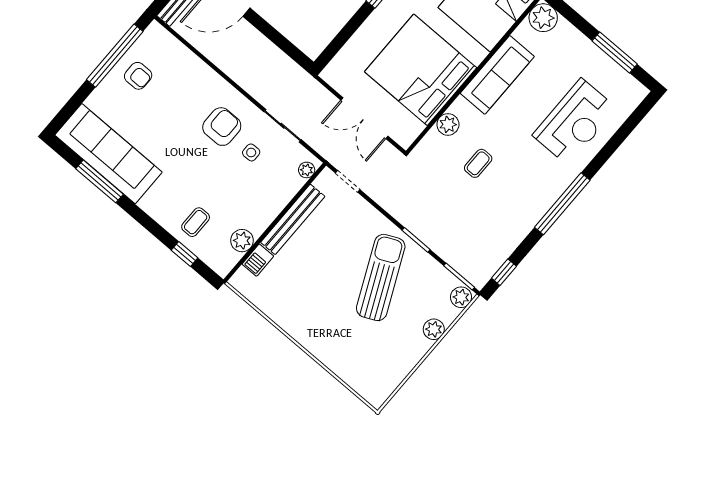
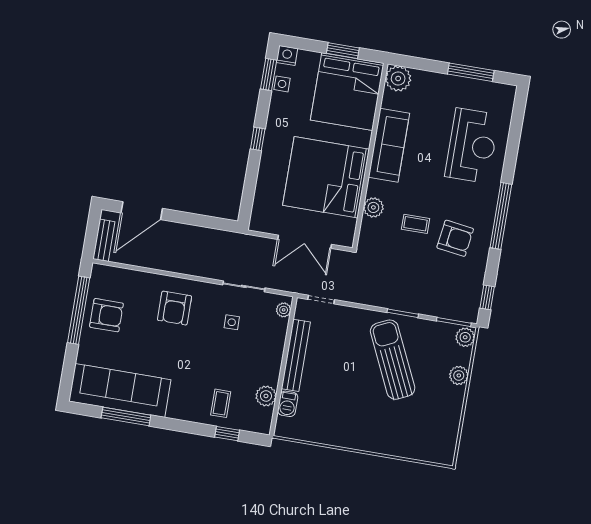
armchair: (138, 76) -> (106, 315), width x1.38, depth x1.38
armchair: (222, 127) -> (175, 308), moved, turned 180
coffee table: (478, 163) -> (416, 224), turned 90
armchair: (507, 199) -> (455, 238), added

